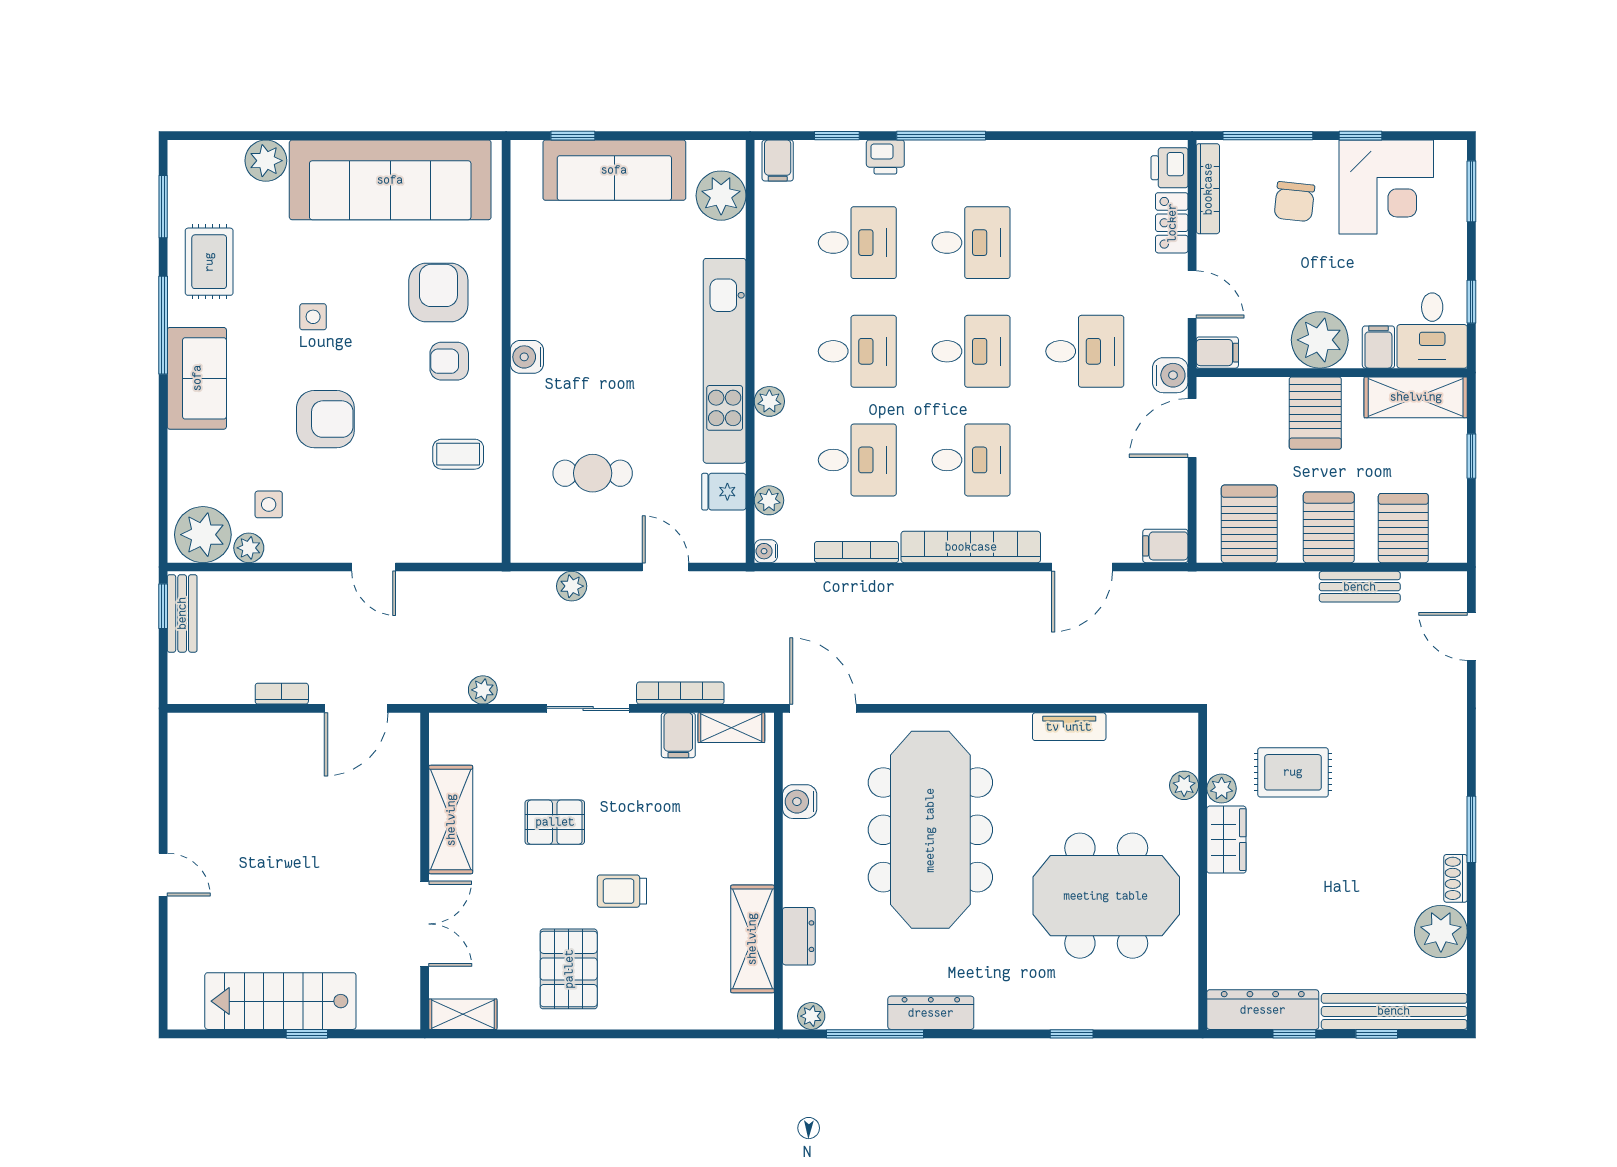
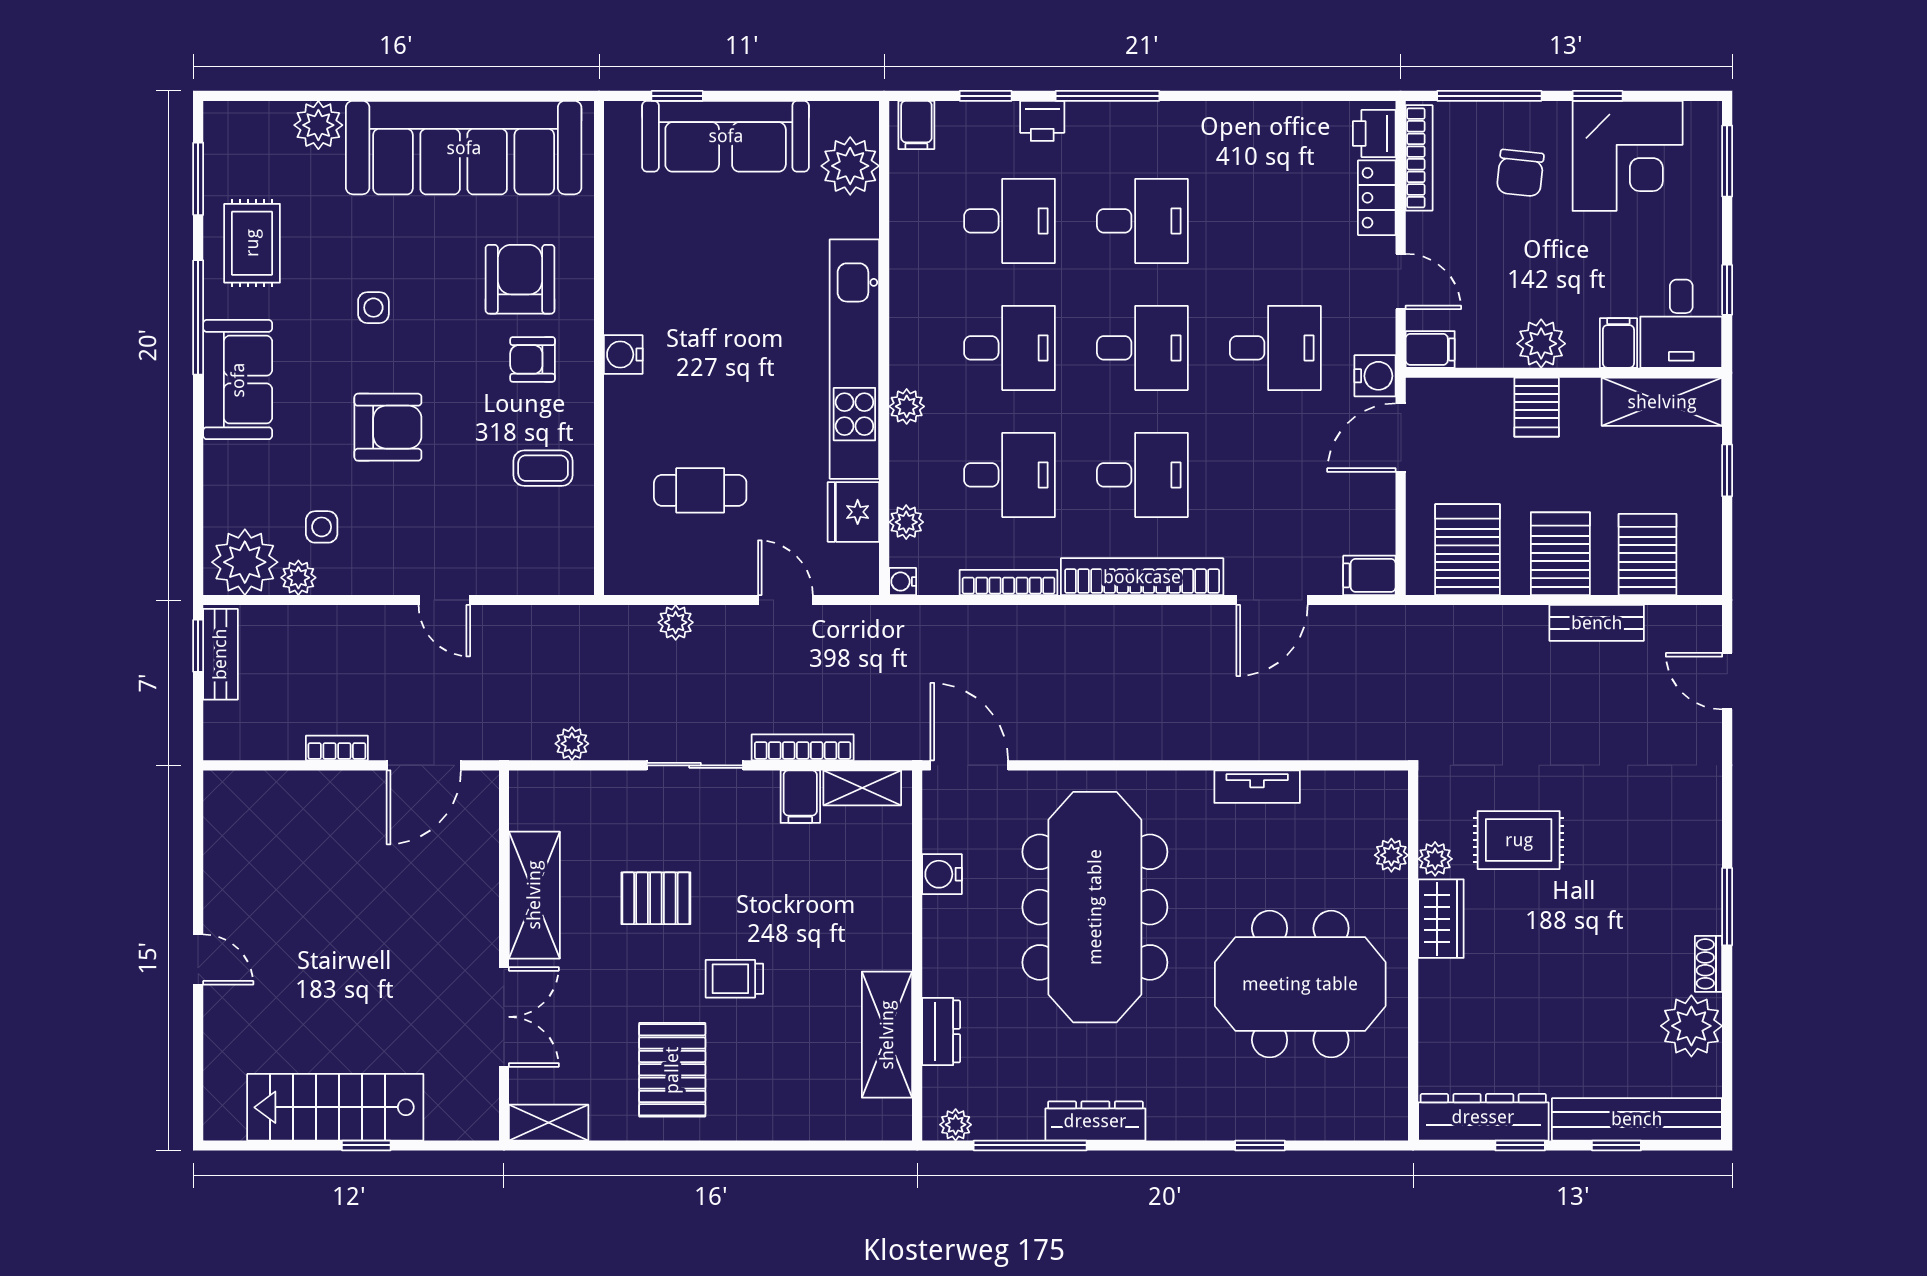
plant: (1320, 340) -> (1541, 344), width x0.73, depth x0.73
server rack: (1315, 413) -> (1537, 407), width x0.73, depth x0.70
fridge: (724, 492) -> (853, 512), width x1.38

